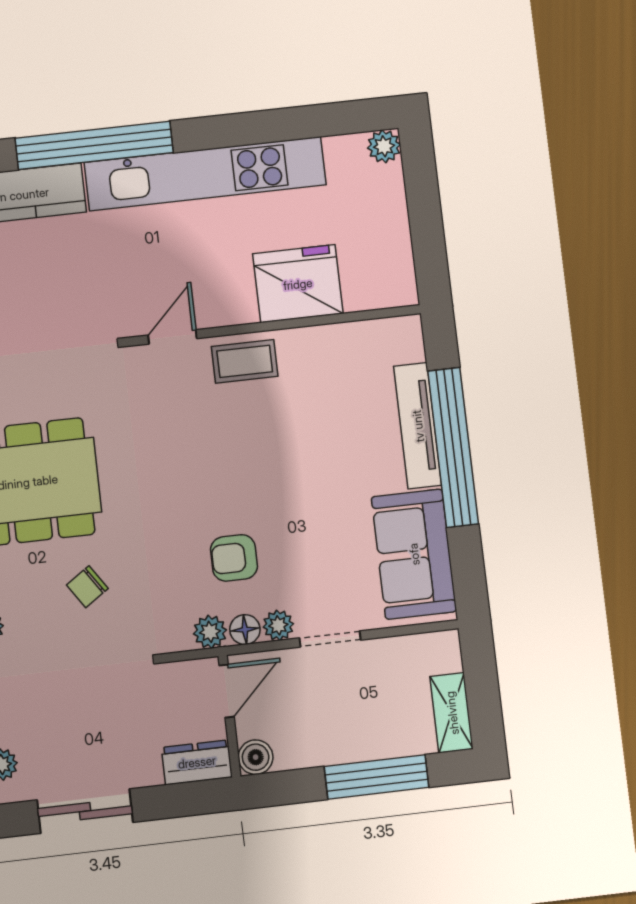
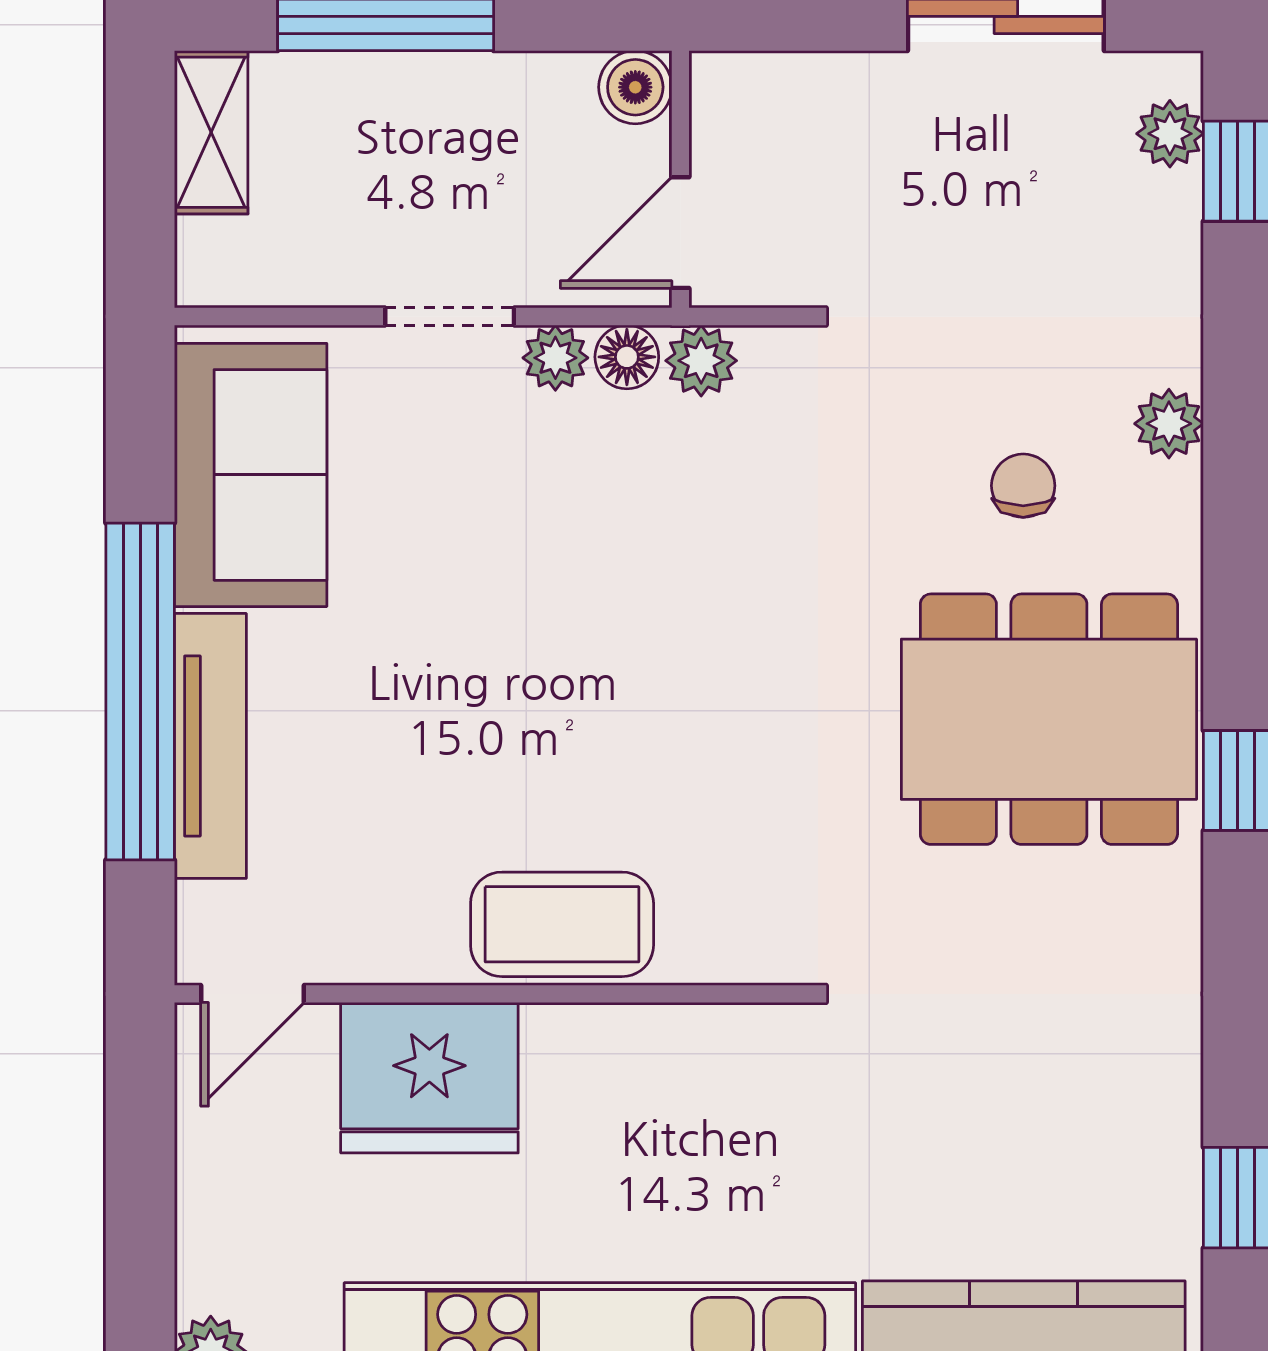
door: (172, 337) -> (253, 994), moved
coffee table: (245, 361) -> (562, 924), width x1.36, depth x1.30
armchair: (234, 558) -> (633, 510), removed
chair: (87, 587) -> (1023, 486), moved, turned -56
dresser: (197, 762) -> (760, 91), removed

